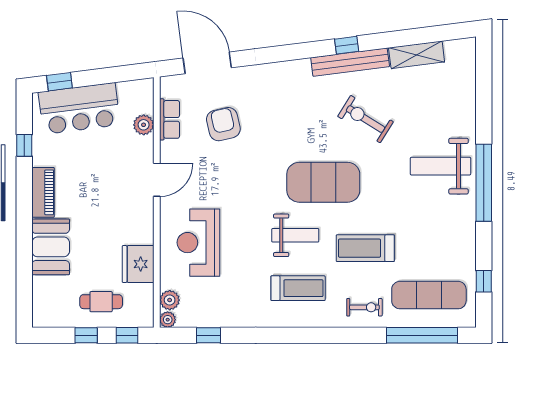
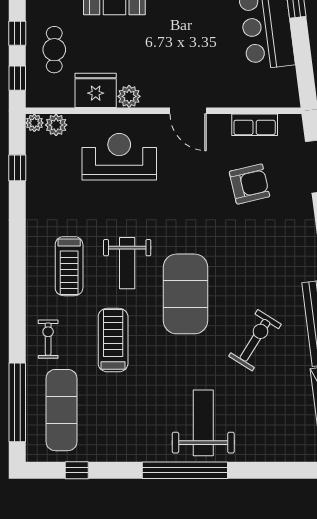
plant: (144, 125) -> (129, 96), moved
exercise bike: (364, 307) -> (48, 339), turned 180

